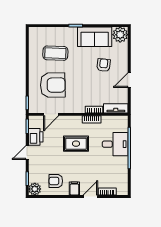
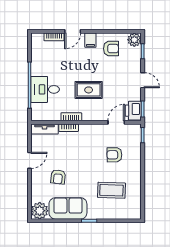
armchair: (53, 85) -> (114, 155), width x0.53, depth x0.53
printer: (36, 137) -> (133, 111), moved
door: (27, 152) -> (143, 80), hinge flipped

